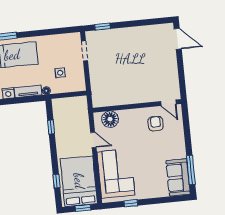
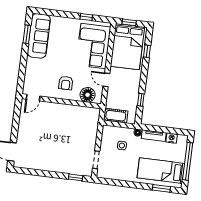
door: (168, 103) -> (33, 98), swing flipped
cot: (74, 104) -> (116, 116), added
armchair: (156, 124) -> (66, 83), moved
window: (191, 170) -> (27, 34), width x0.69
sofa: (178, 177) -> (39, 36), width x1.36

